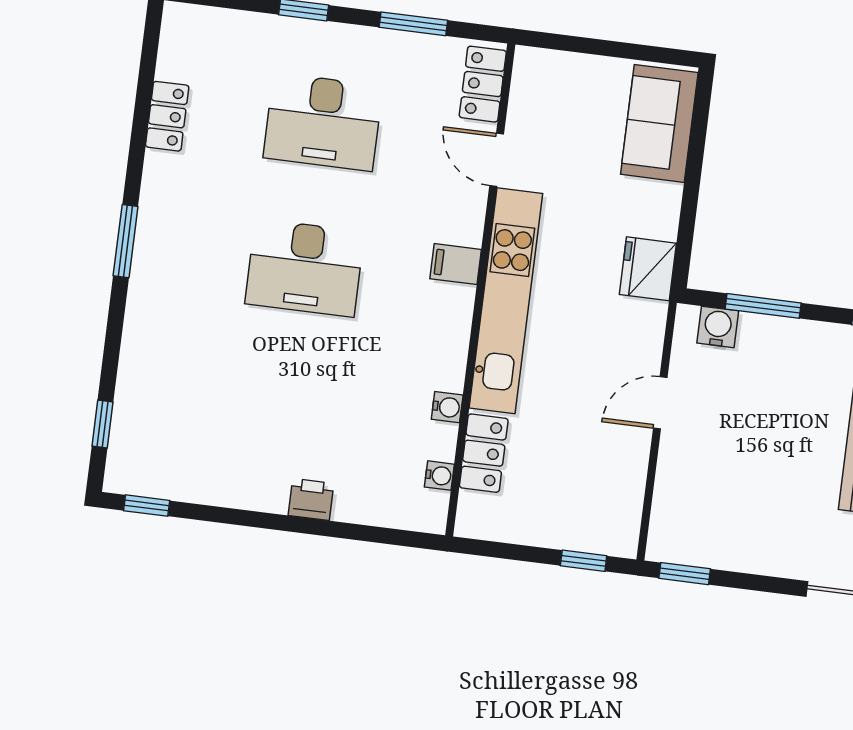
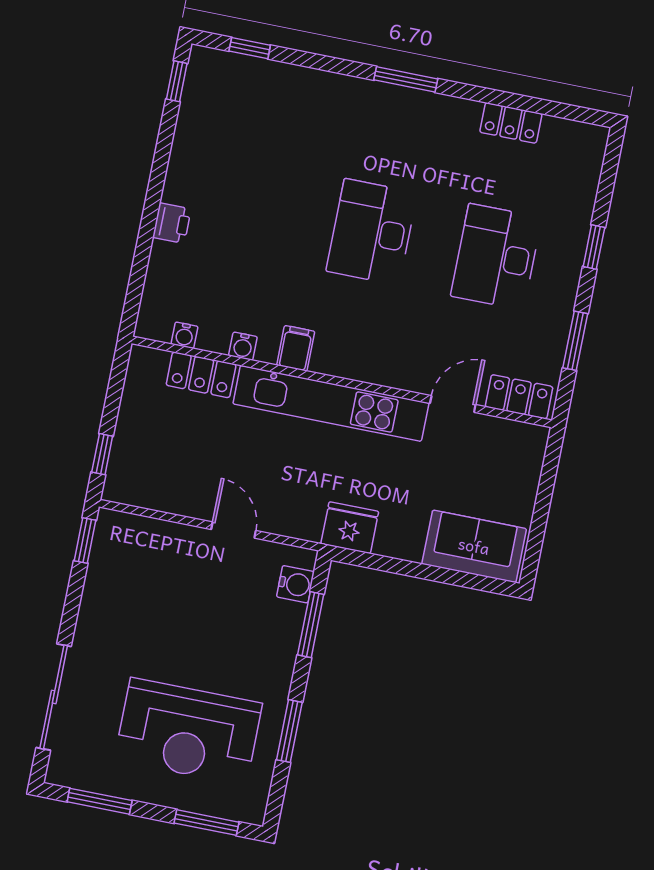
filing cabinet: (456, 264) -> (296, 348), moved

